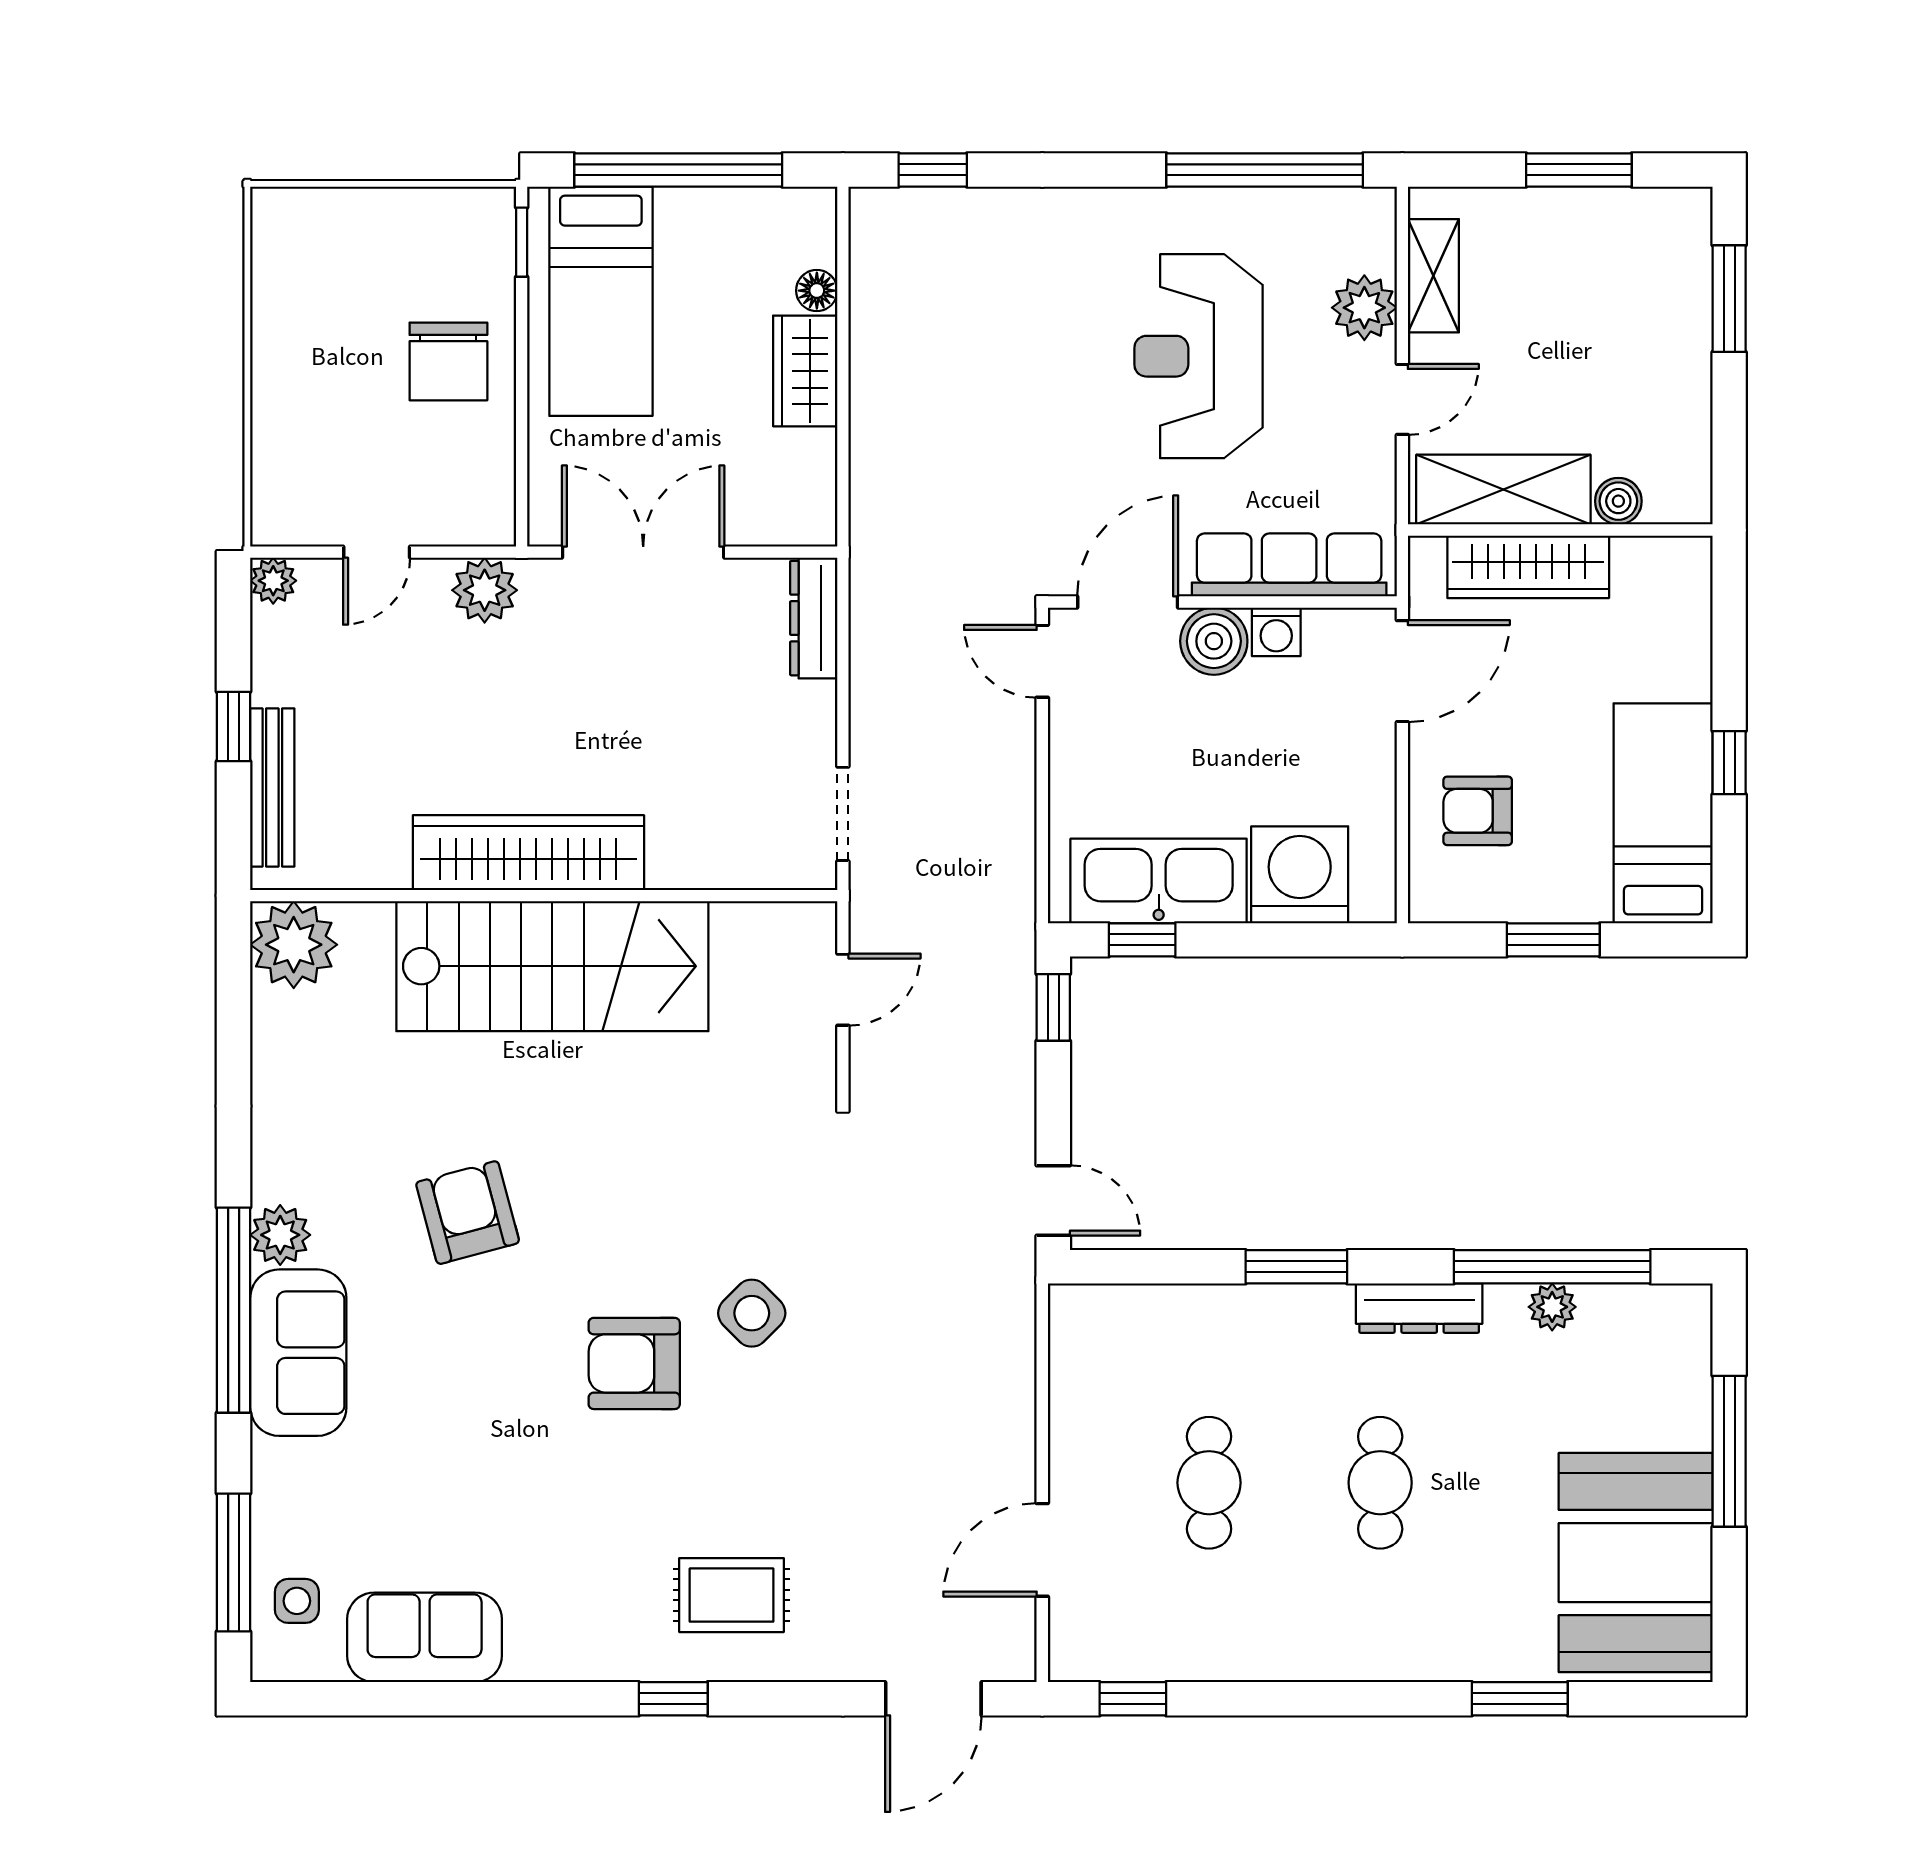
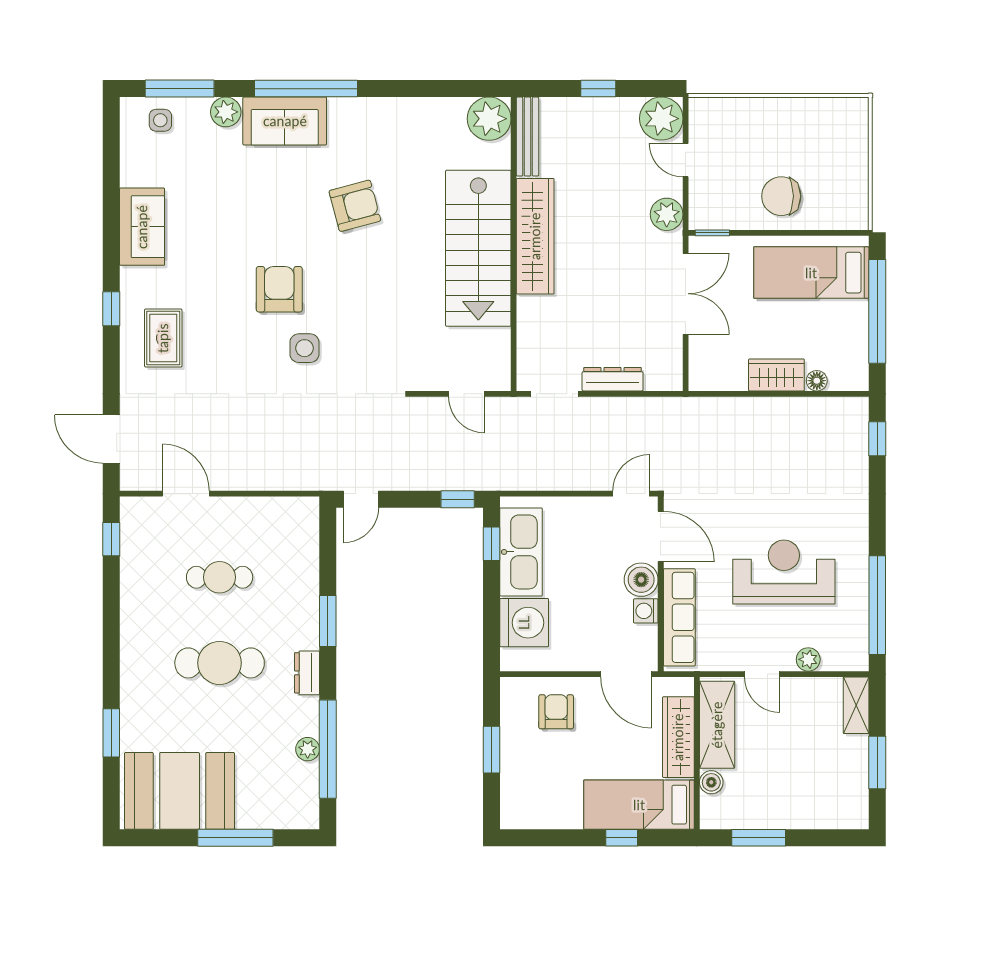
window: (522, 242) -> (712, 233), moved
shelving: (1433, 276) -> (856, 705), moved, turned 90
window: (1729, 299) -> (759, 838), moved
plant: (1364, 308) -> (808, 659), width x0.73, depth x0.73
plant: (273, 581) -> (661, 119), width x1.87, depth x1.87
dresser: (814, 618) -> (613, 379), moved
window: (1729, 763) -> (622, 838), moved
bench: (272, 788) -> (528, 136), moved, turned 90
bed: (1663, 813) -> (639, 805), moved, turned 180
plant: (280, 1235) -> (226, 112), moved
dresser: (1419, 1308) -> (307, 673), width x0.70
side table: (752, 1313) -> (304, 348), turned 45
cafe table: (1380, 1483) -> (220, 663), width x1.37, depth x1.35
sofa: (425, 1637) -> (142, 227), moved

